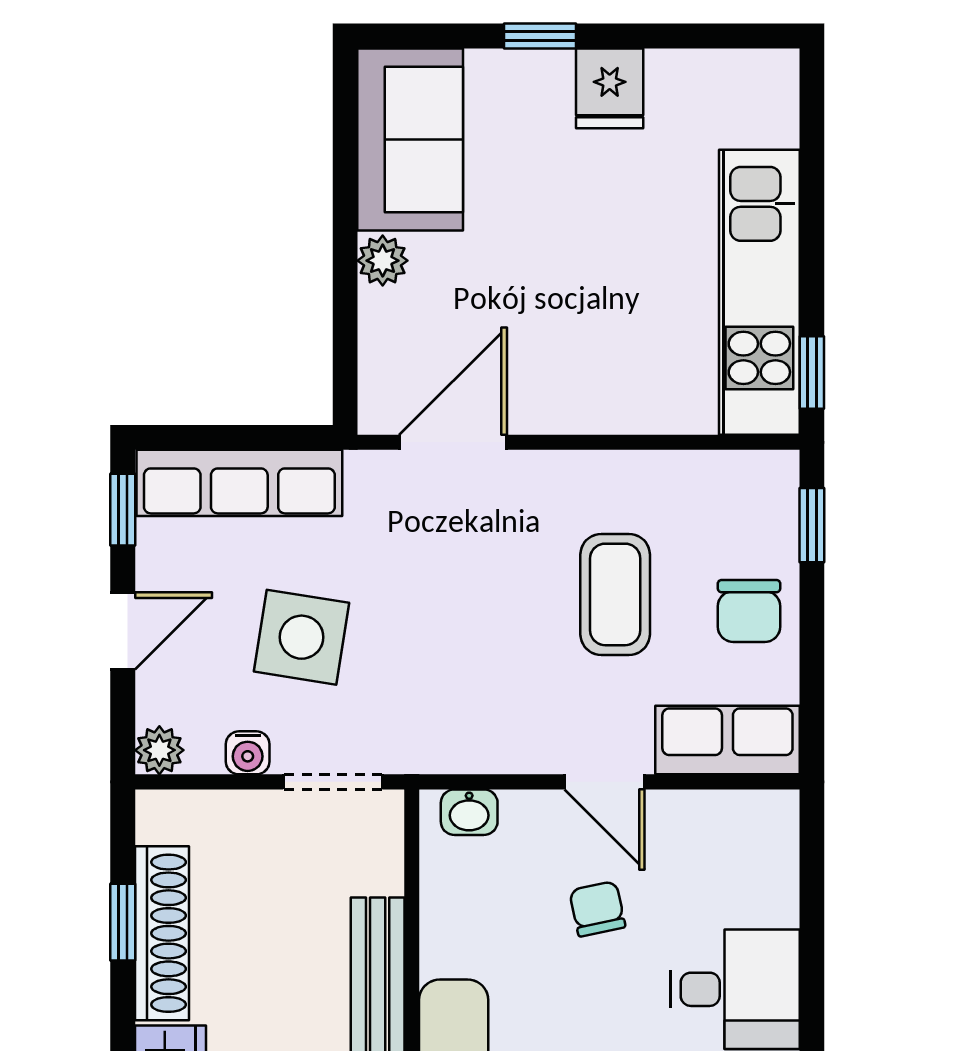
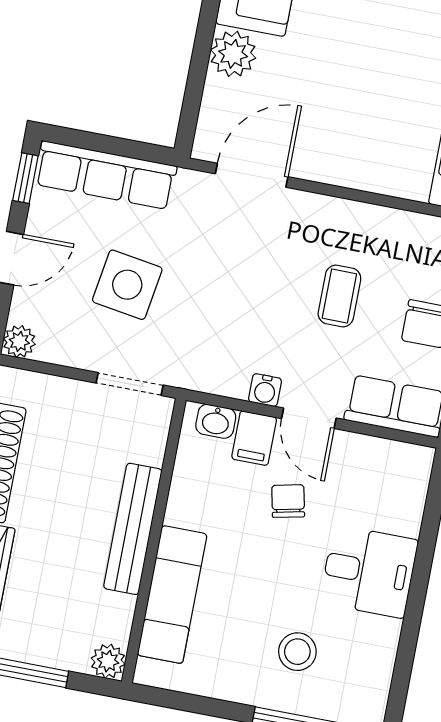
plant: (383, 261) -> (233, 54), width x1.38, depth x1.38
coffee table: (615, 594) -> (339, 296), width x0.73, depth x0.77
water cooler: (248, 753) -> (265, 390), moved
filing cabinet: (530, 826) -> (254, 438), added

